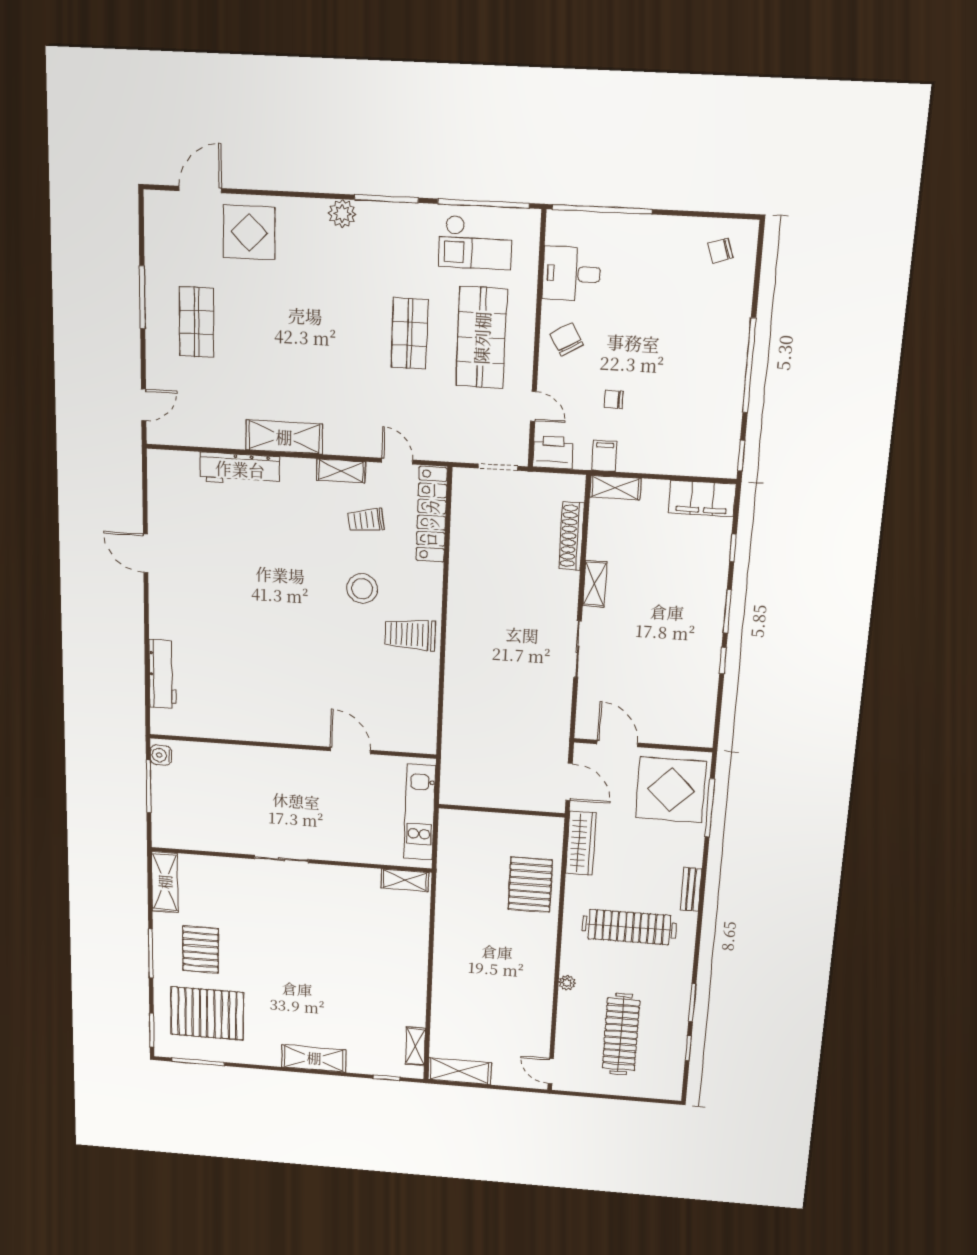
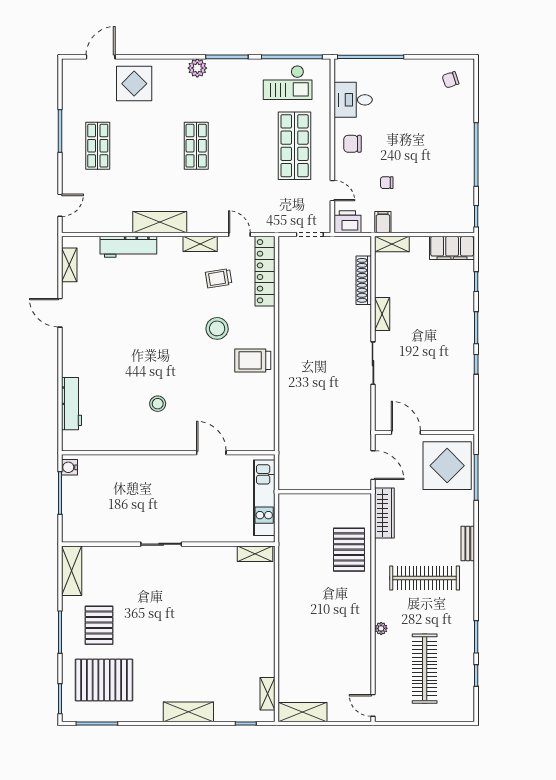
shop shelf: (410, 334) -> (196, 146), moved
chair: (567, 339) -> (352, 144), turned -60
shelving: (158, 489) -> (69, 265), added
stool: (279, 682) -> (158, 404), added

